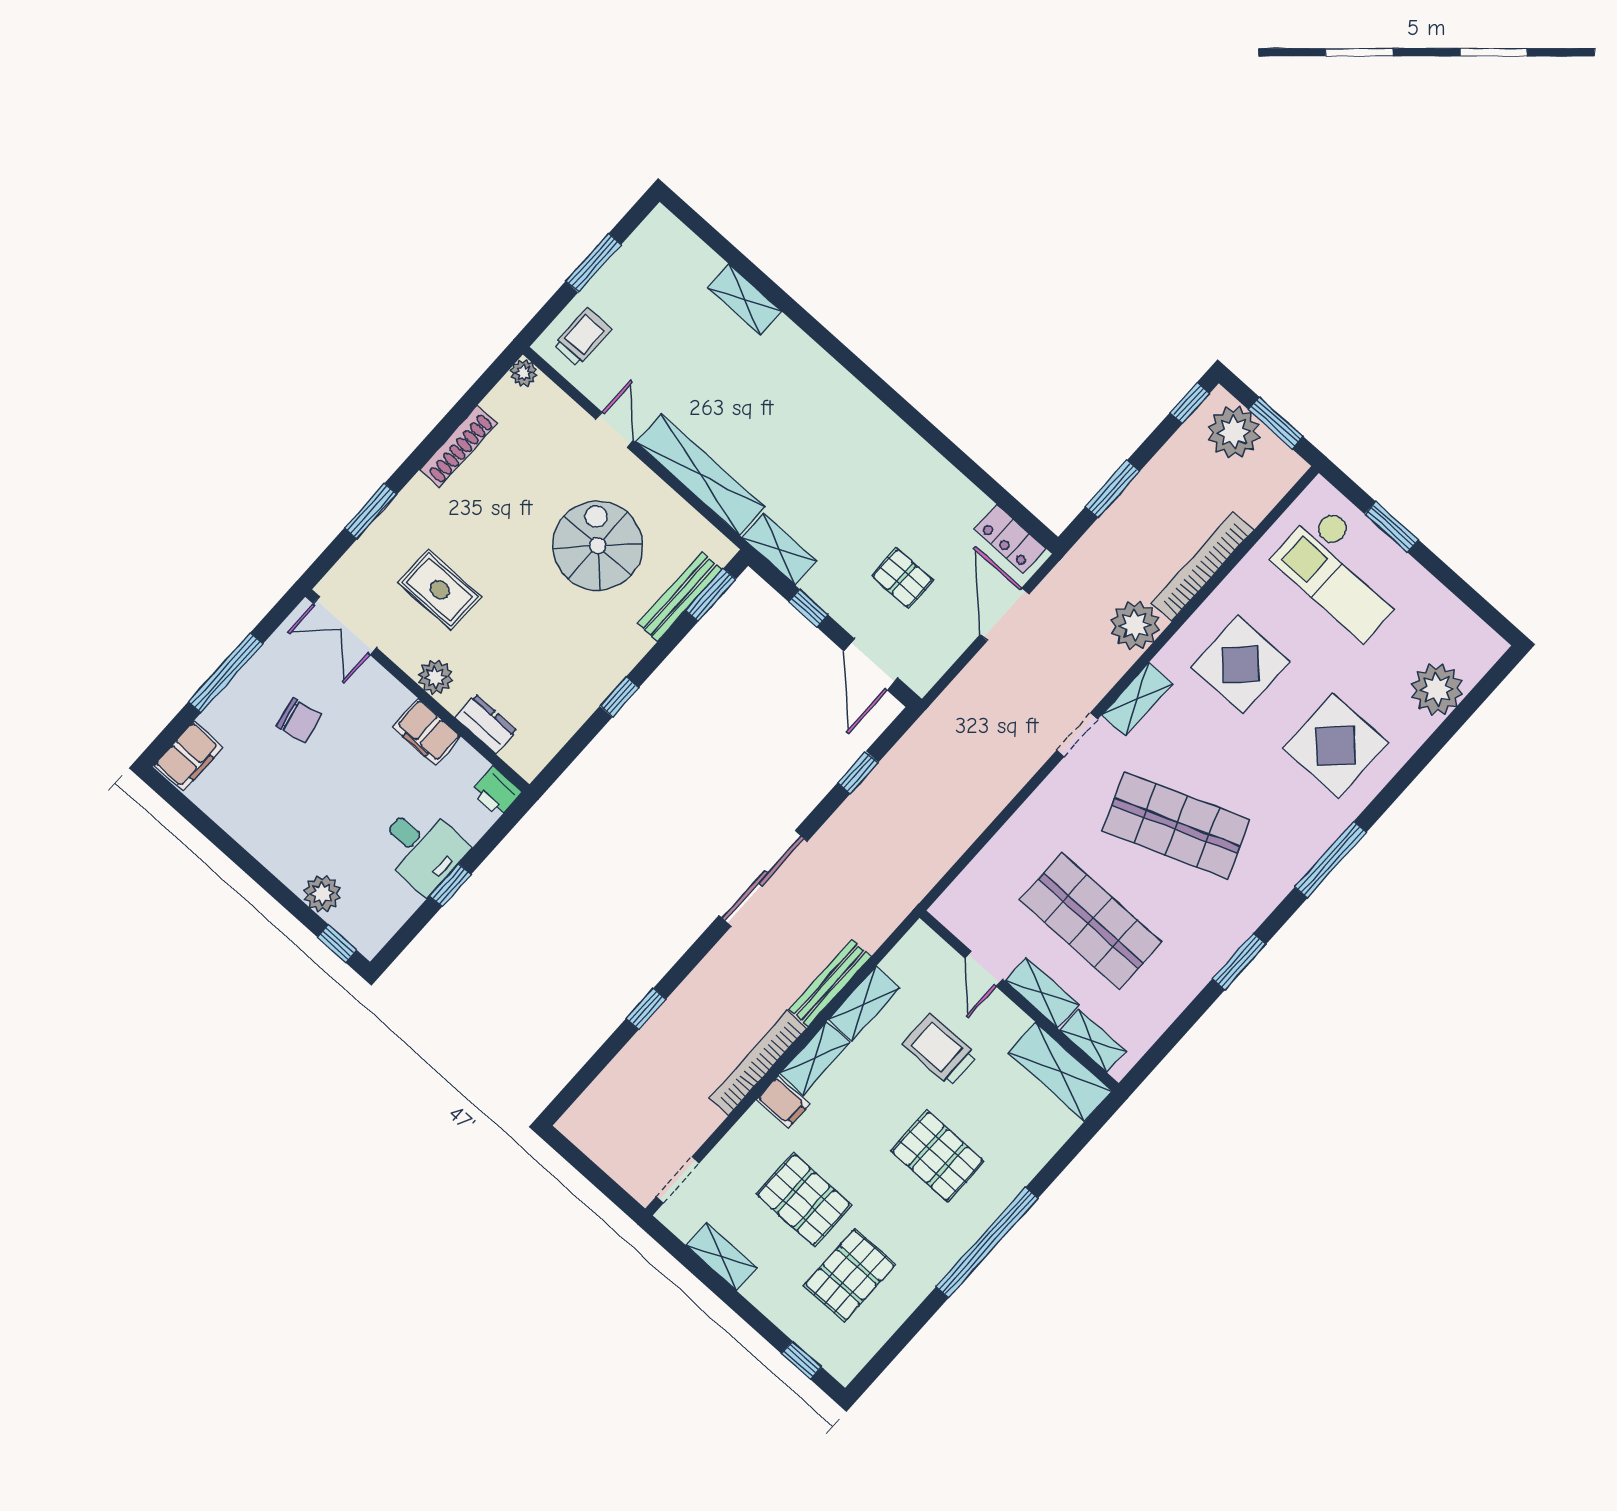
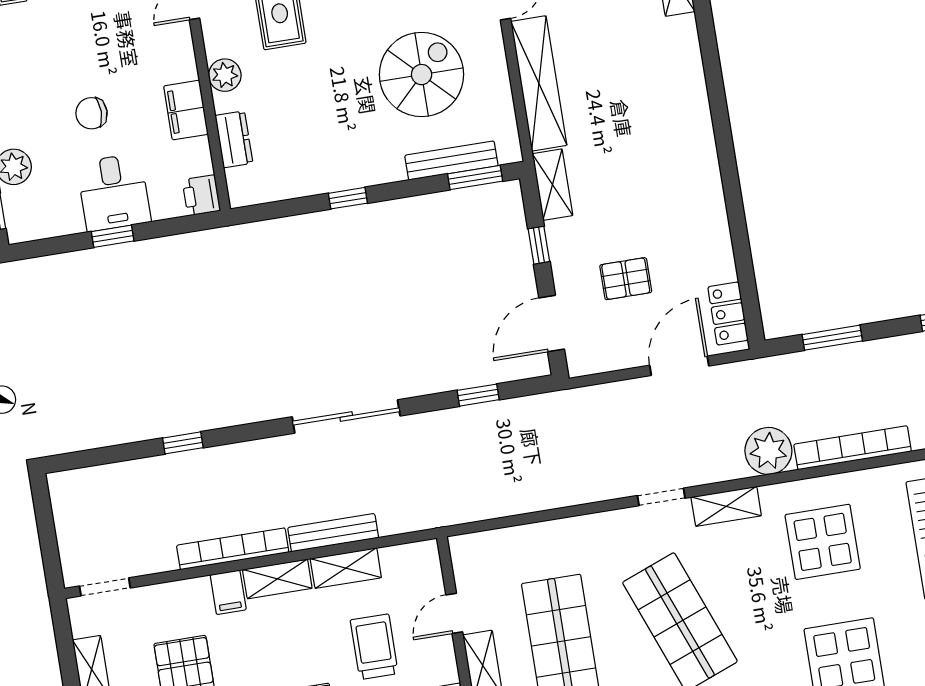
pallet: (902, 578) -> (626, 279), turned 90
chair: (299, 720) -> (91, 113), moved, turned 102

